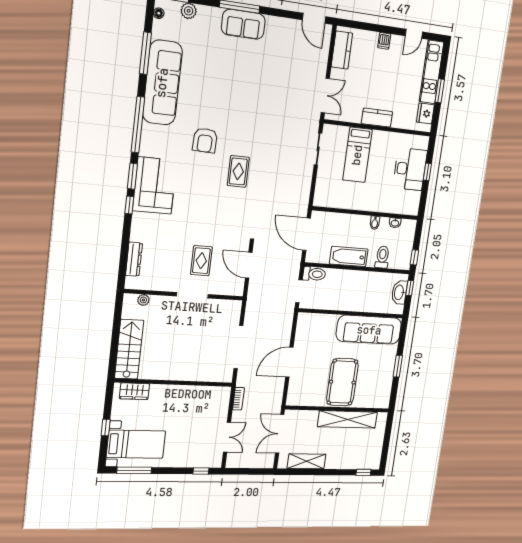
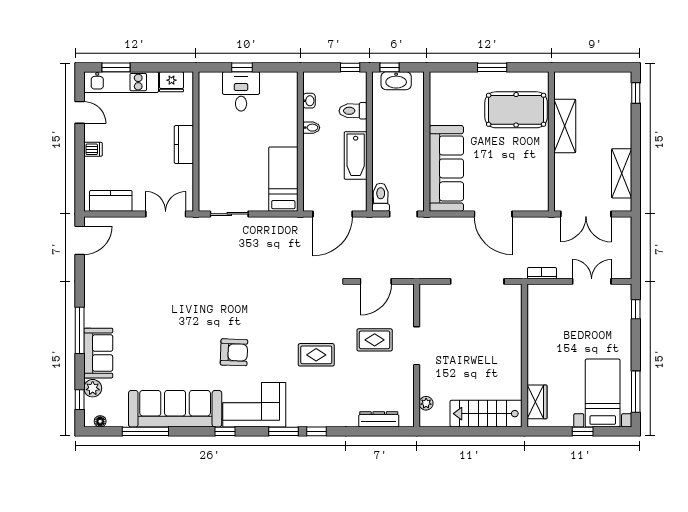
sofa: (243, 24) -> (98, 353), moved
window: (440, 91) -> (116, 67), moved
window: (138, 125) -> (225, 431), width x0.32
bed: (357, 155) -> (283, 179), moved, turned -90
desk: (410, 169) -> (241, 91), width x0.73
rug: (238, 171) -> (316, 355), moved
corner sofa: (155, 186) -> (254, 405), moved
sofa: (369, 330) -> (446, 168), moved
pool table: (342, 382) -> (516, 110), moved
shelving: (347, 419) -> (565, 126), width x0.68

